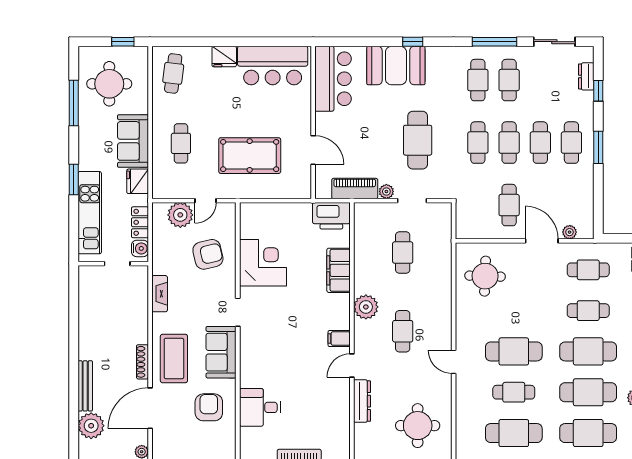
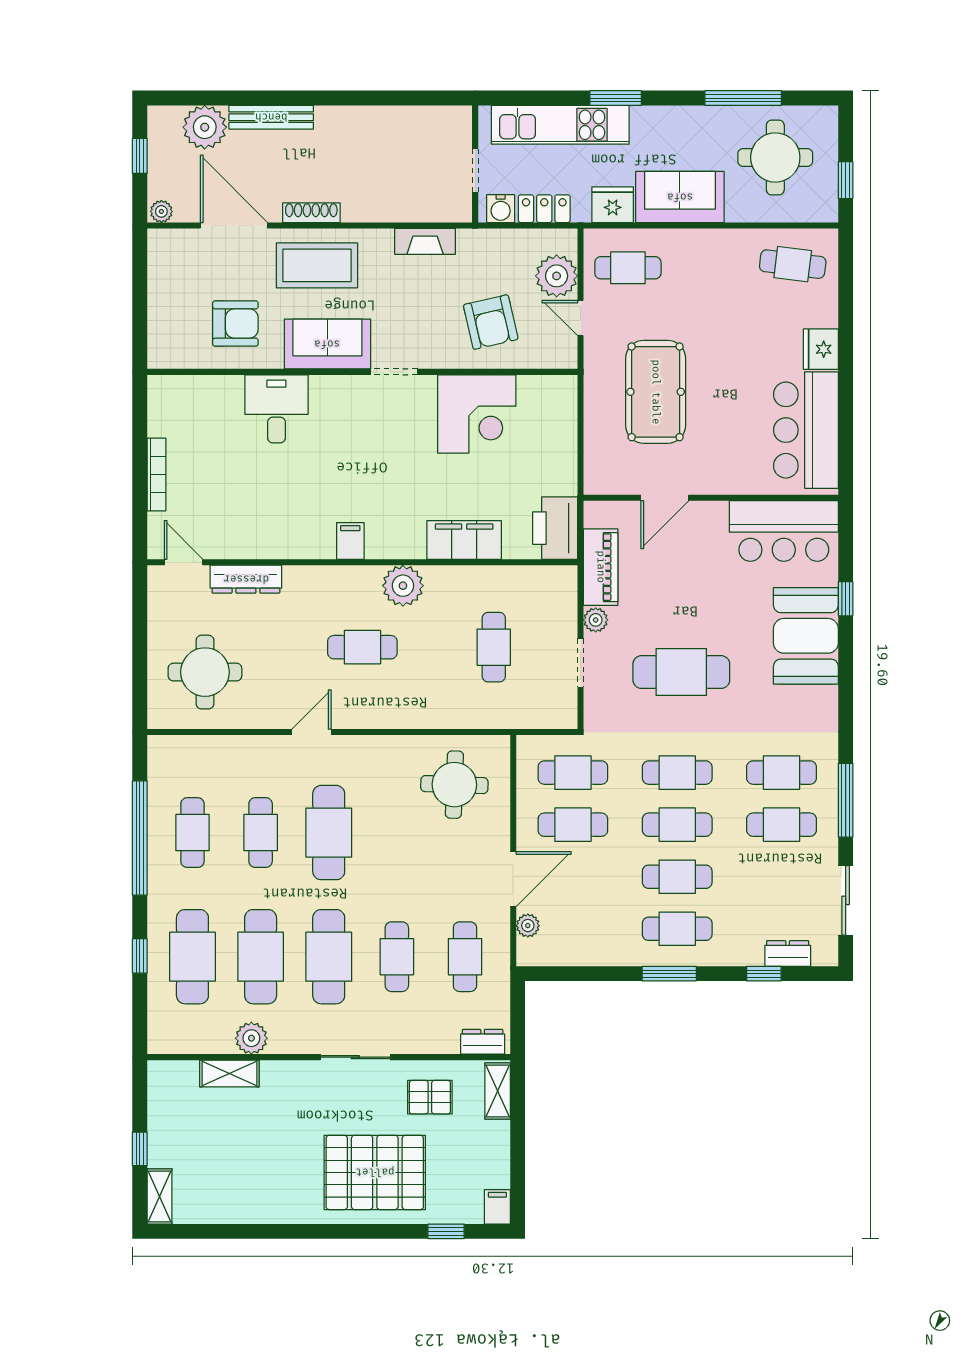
window: (413, 42) -> (846, 599), moved
cafe table: (181, 143) -> (628, 268), moved
cafe table: (478, 205) -> (573, 773), added
cafe table: (403, 253) -> (494, 647), turned 90
door: (352, 366) -> (184, 562), moved
desk: (260, 407) -> (276, 409), moved
cafe table: (514, 433) -> (192, 833), width x0.73, depth x0.74

